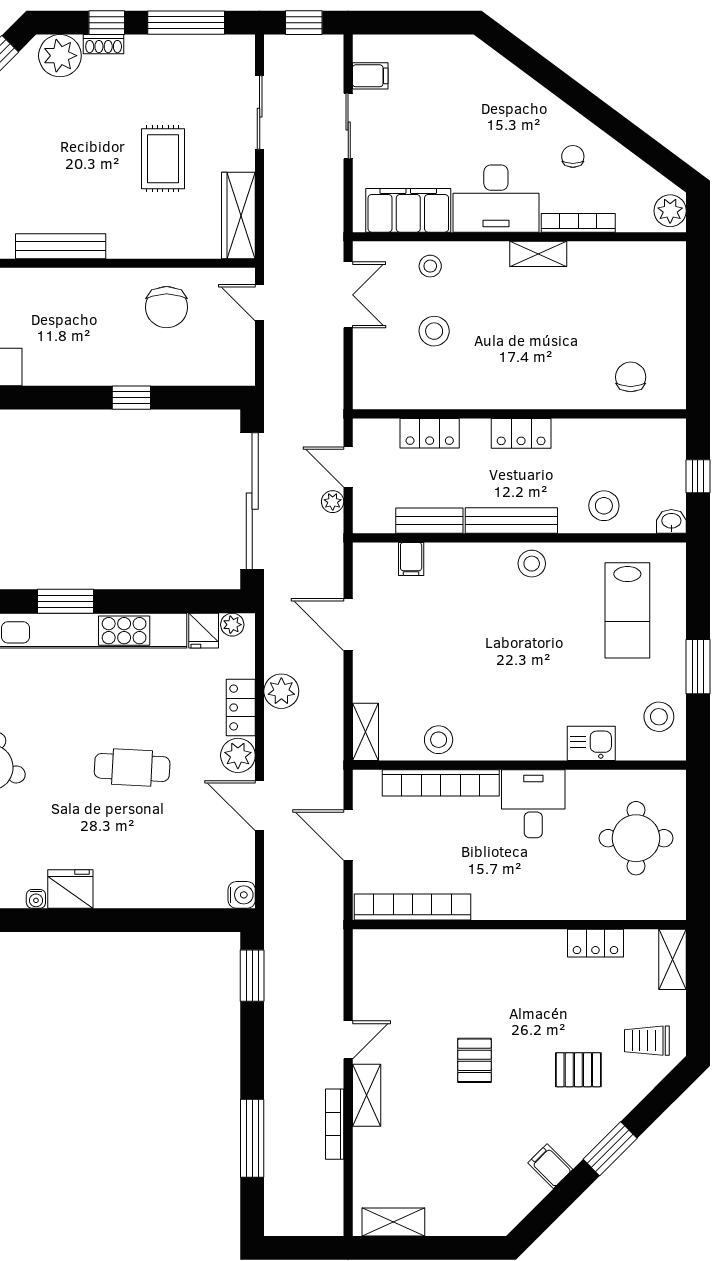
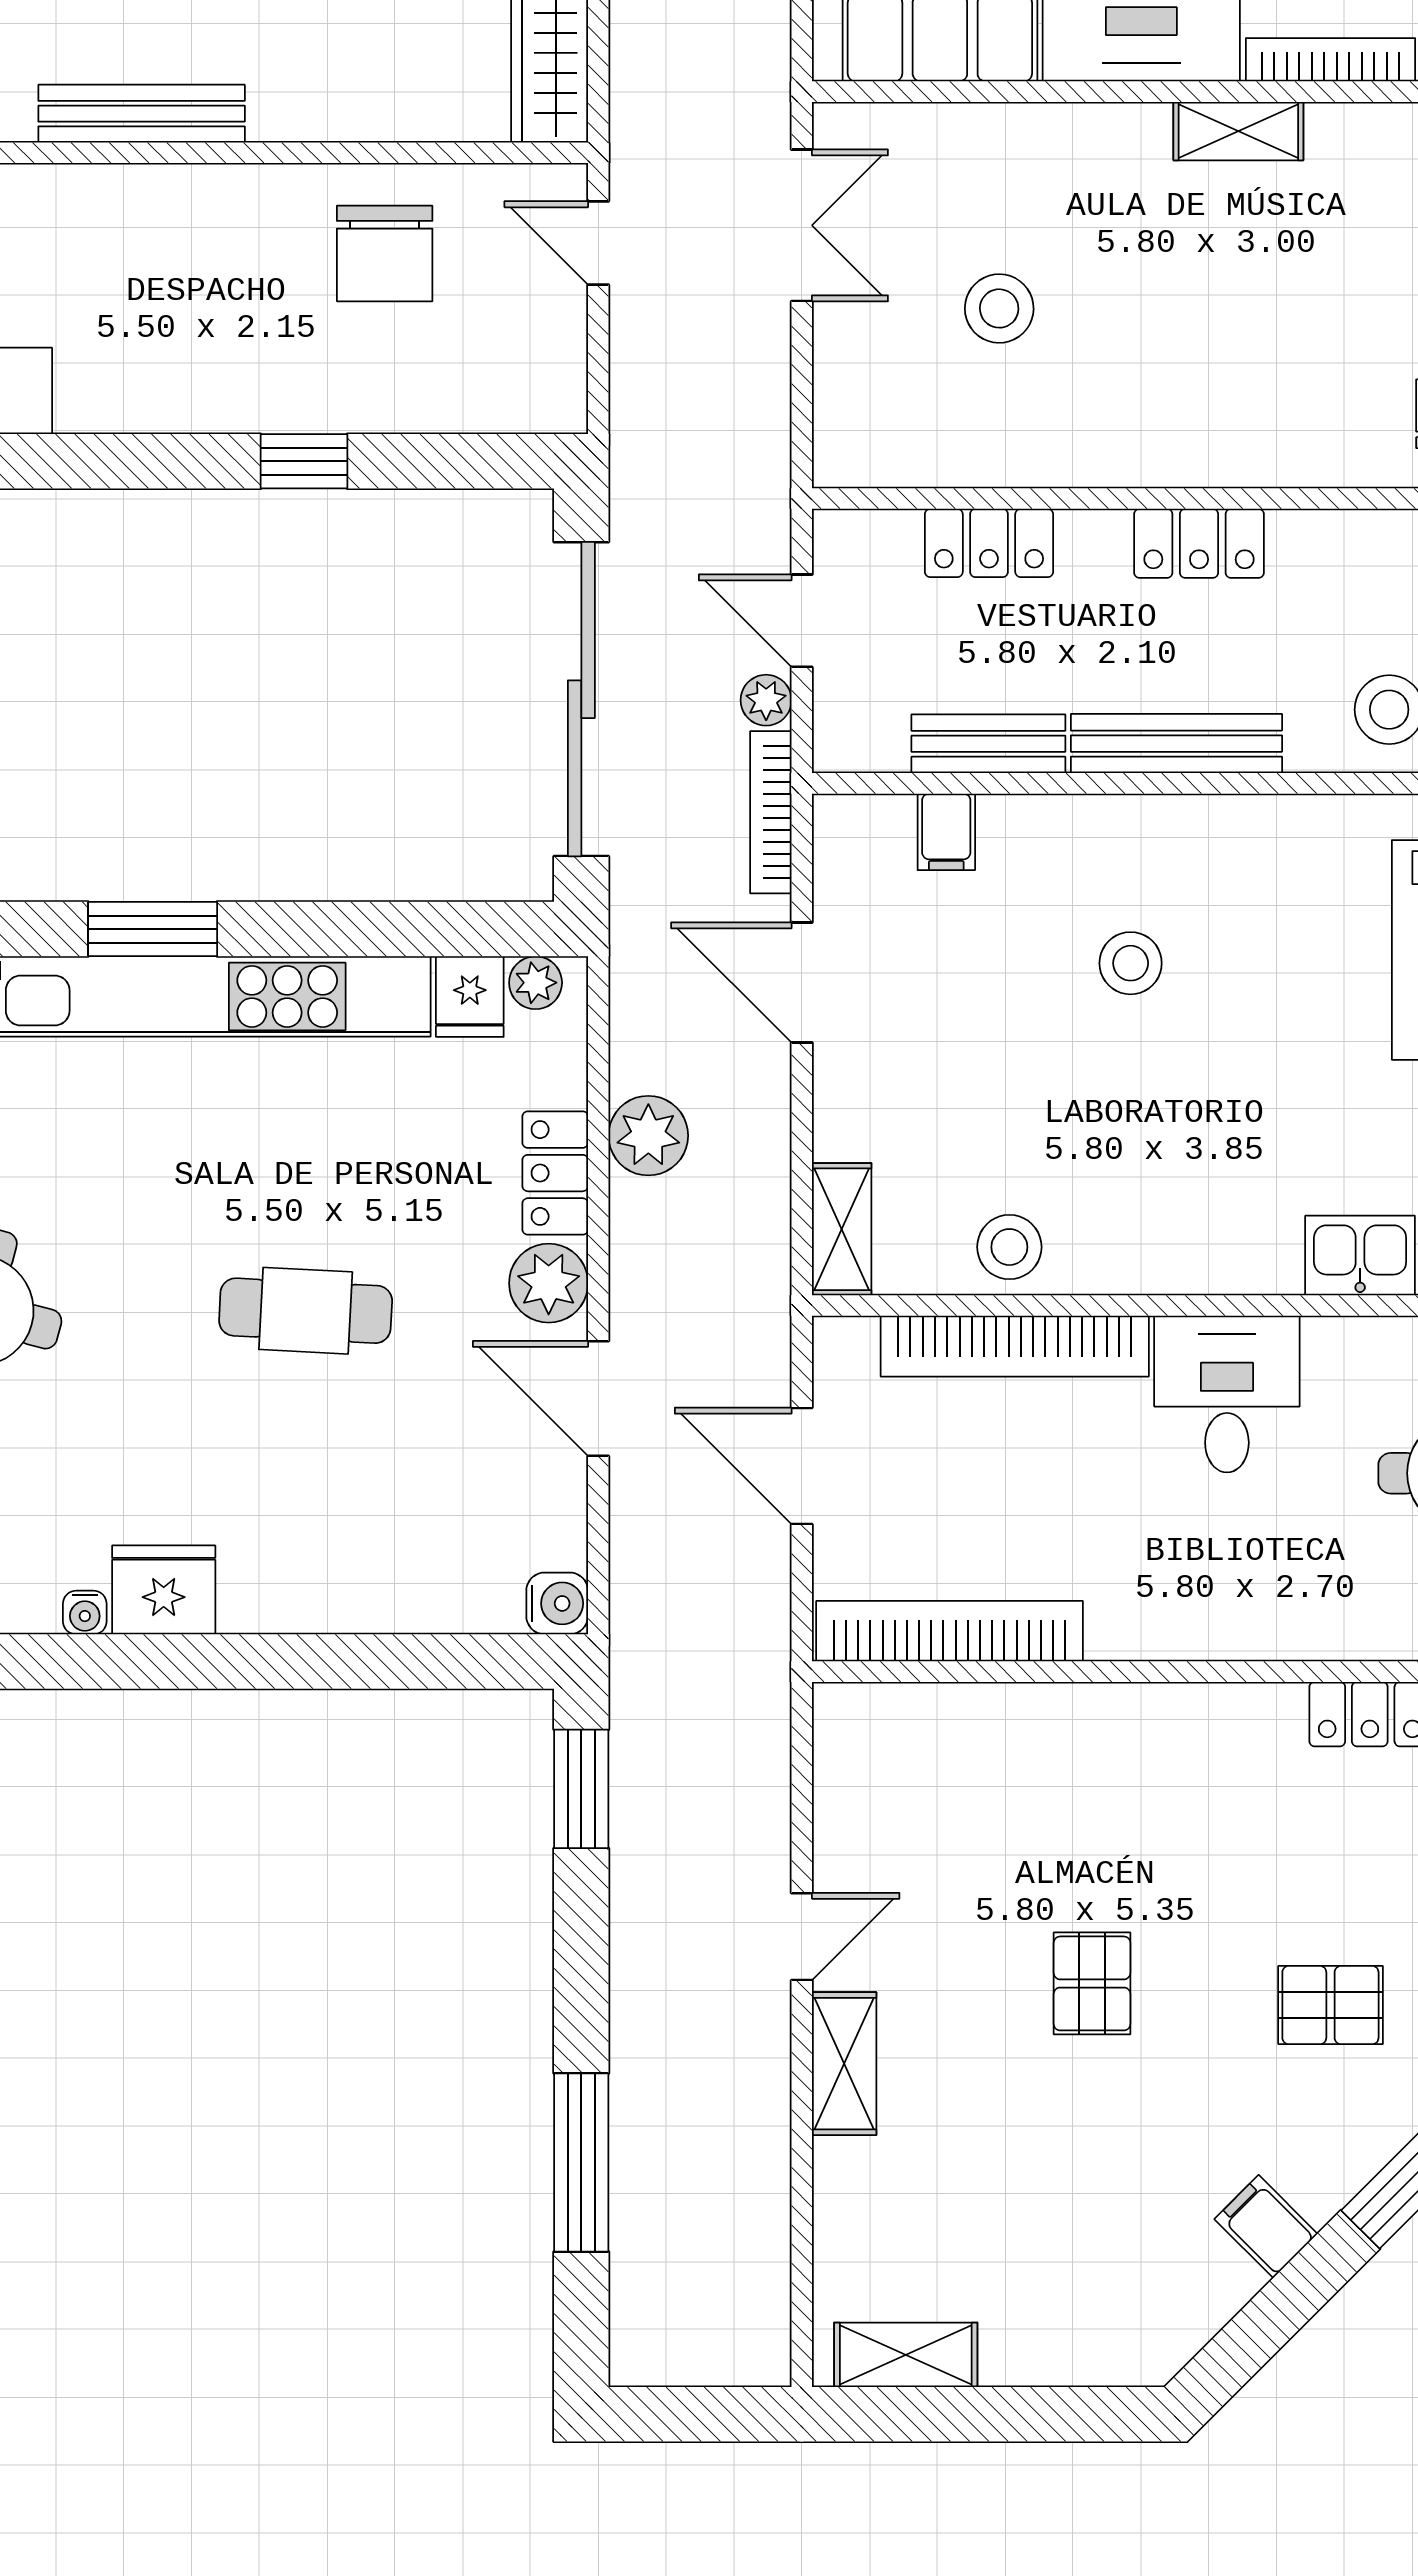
stool: (430, 266) -> (990, 159), removed
stool: (532, 564) -> (1131, 963), moved
bookcase: (335, 1124) -> (771, 812), moved

